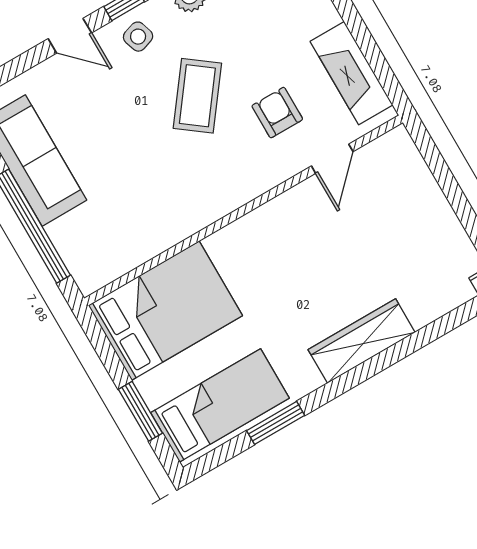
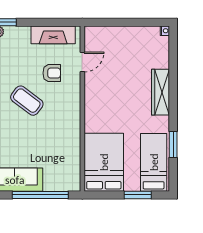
armchair: (277, 113) -> (52, 73), turned 180
door: (332, 159) -> (82, 62), hinge flipped

